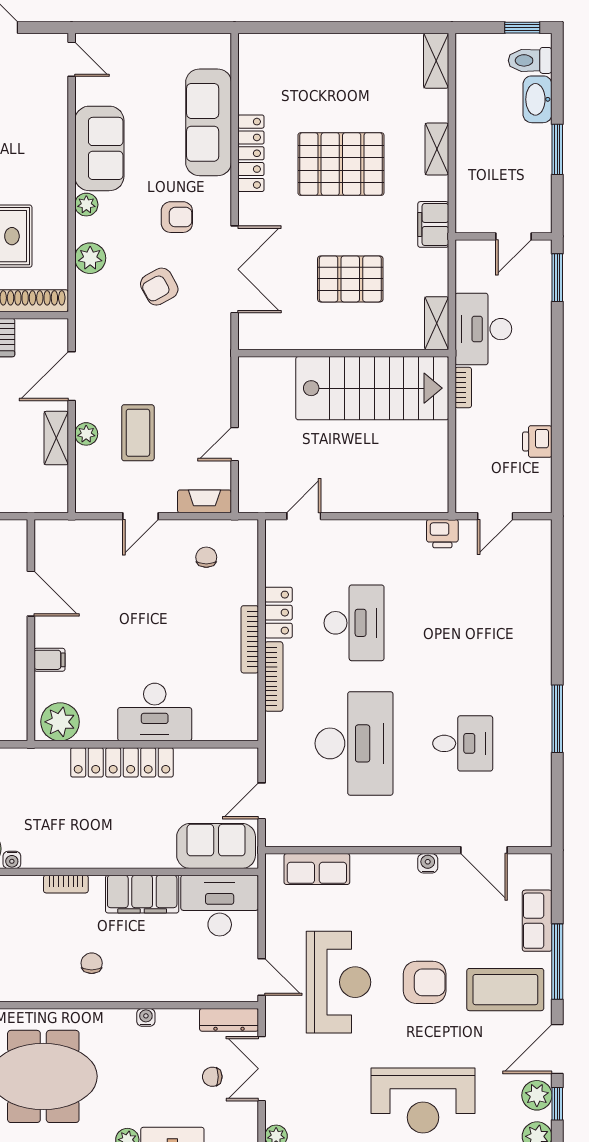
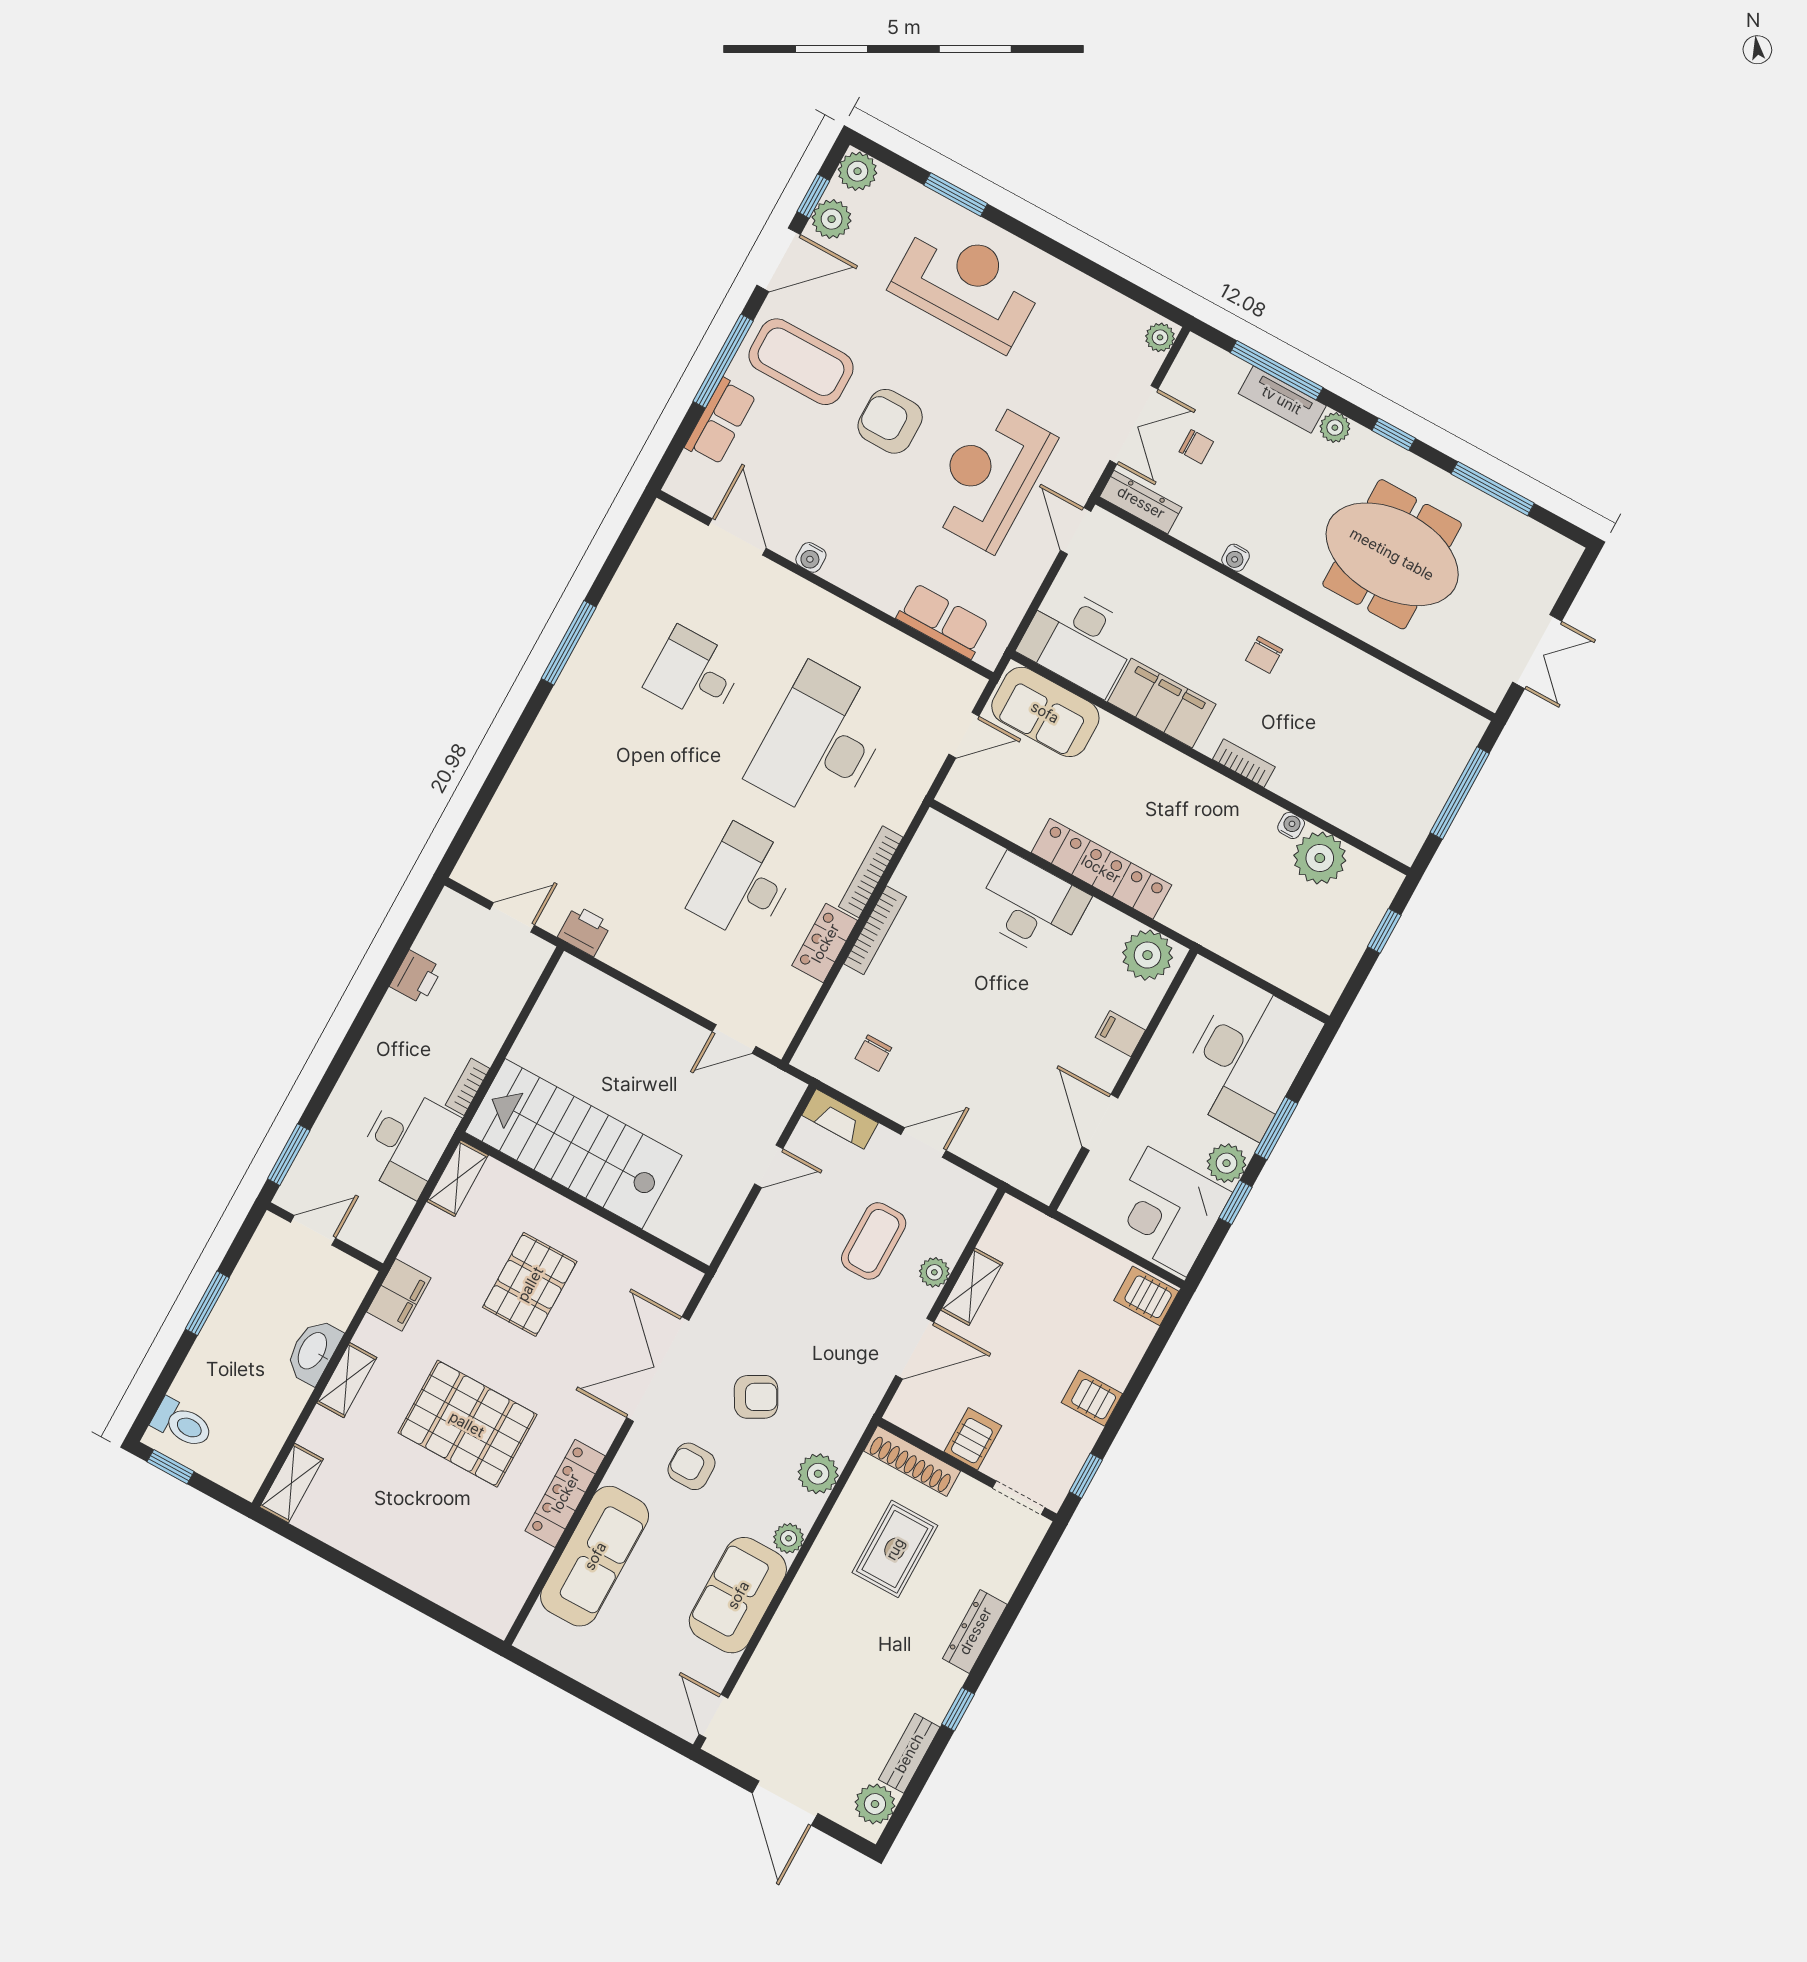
washbasin: (537, 99) -> (313, 1351), moved, turned 180
pallet: (350, 279) -> (530, 1284), turned 90

